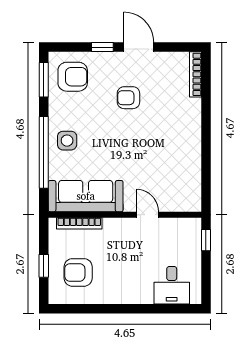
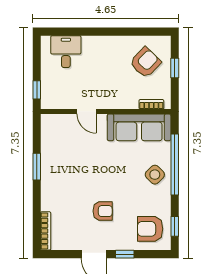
window: (44, 80) -> (175, 226), width x0.67
side table: (67, 141) -> (155, 175), turned 45
window: (206, 150) -> (37, 167), added
bookcase: (79, 223) -> (151, 104), width x0.64
armchair: (78, 272) -> (145, 62), turned -46

